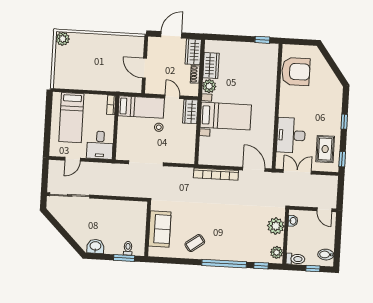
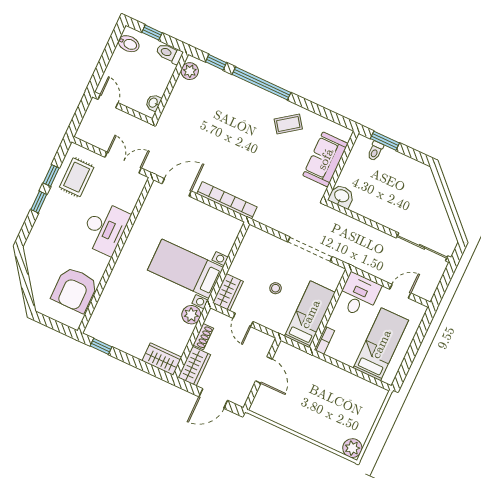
wardrobe: (211, 66) -> (162, 359), moved, turned 90
armchair: (296, 72) -> (75, 290), turned -90
bed: (141, 107) -> (310, 314), moved, turned 90
desk: (291, 135) -> (105, 228), moved
window: (342, 159) -> (51, 176), moved
door: (254, 169) -> (177, 187), swing flipped
double door: (297, 172) -> (123, 163), swing flipped
plant: (276, 226) -> (178, 105), removed
washbasin: (95, 246) -> (341, 196), moved, turned 180

